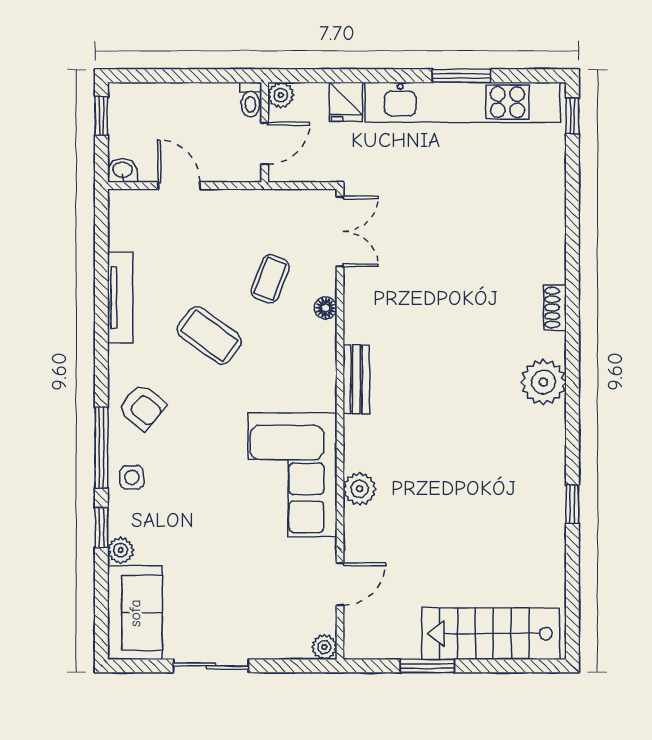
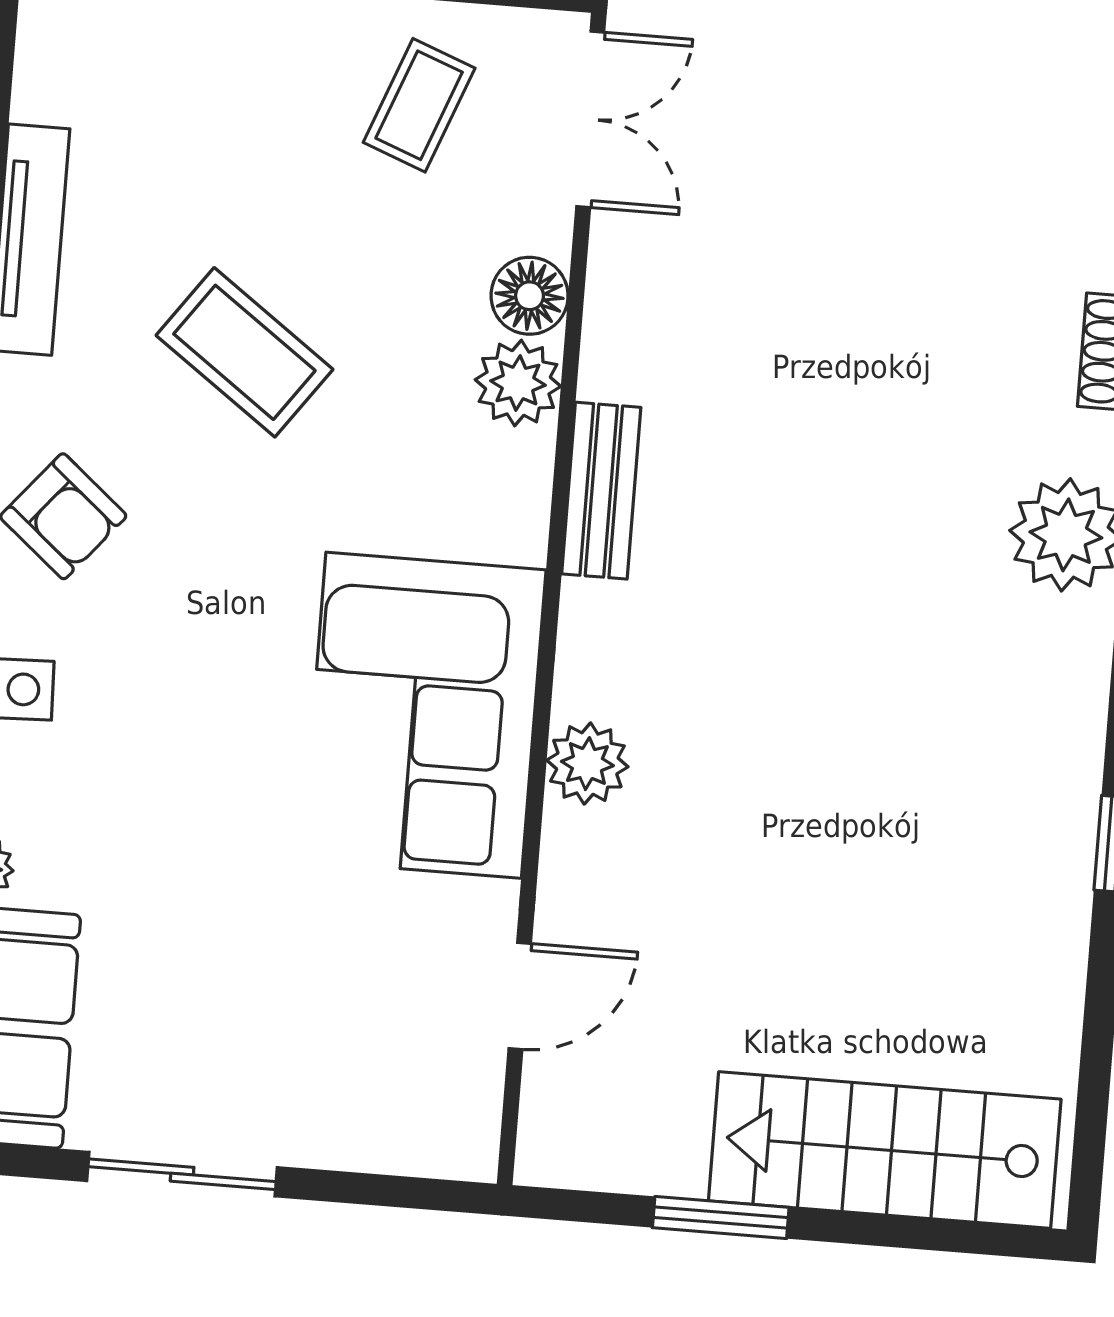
coffee table: (270, 279) -> (419, 105), moved
floor lamp: (326, 308) -> (530, 296), width x1.37, depth x1.37
plant: (324, 647) -> (518, 383), moved, width x1.38, depth x1.38

